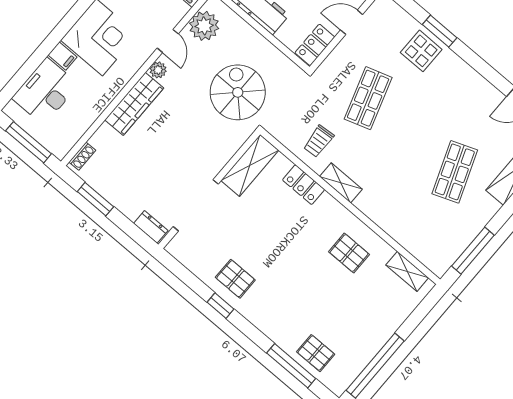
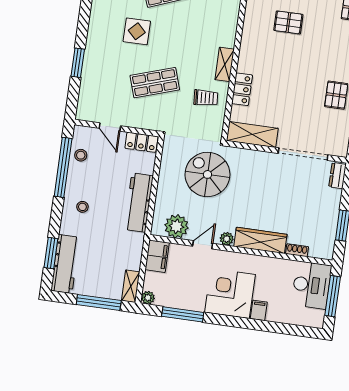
display table: (421, 51) -> (137, 31), moved
desk: (45, 91) -> (311, 285), moved, turned -90
spiral stairs: (238, 92) -> (207, 174), turned 90
shoe rack: (82, 156) -> (297, 250), moved
pallet: (349, 253) -> (288, 22), moved, turned 90

